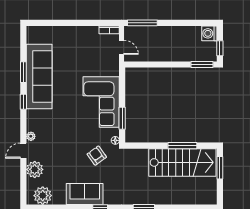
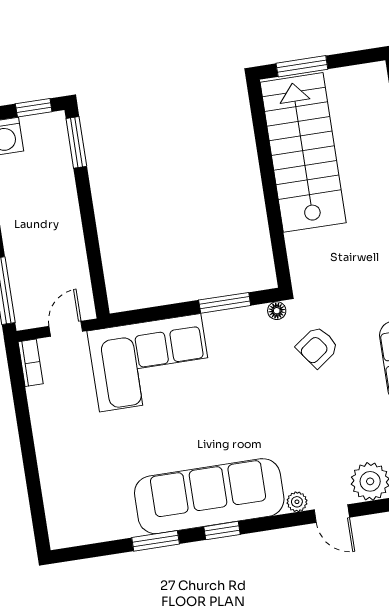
sofa: (39, 77) -> (209, 496), moved
corner sofa: (101, 102) -> (150, 363), moved
window: (182, 146) -> (265, 158), removed

